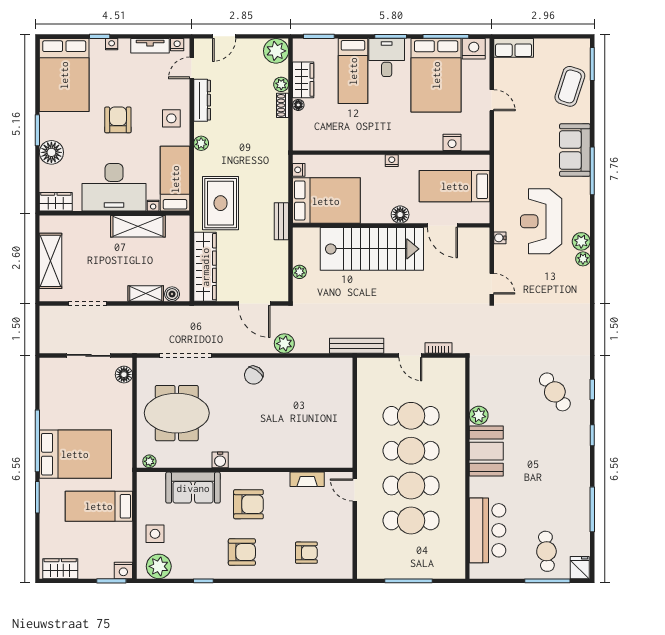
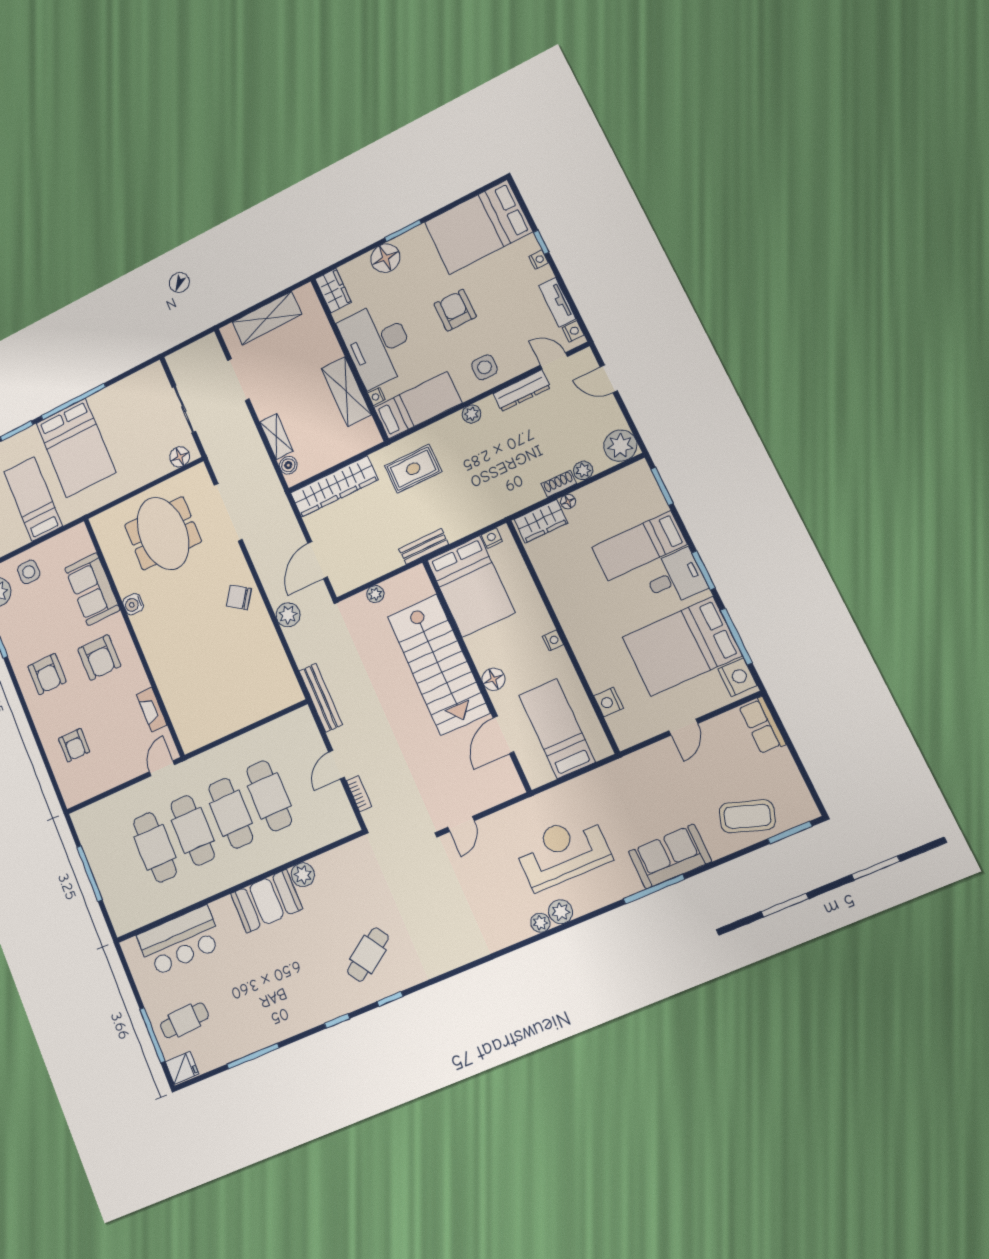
wardrobe: (303, 80) -> (541, 521), moved
armchair: (118, 120) -> (455, 310), turned -90
rug: (221, 203) -> (413, 469), width x0.73, depth x0.70
water cooler: (500, 238) -> (520, 810), removed
plant: (149, 461) -> (100, 529), removed

